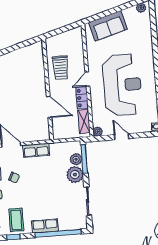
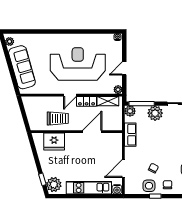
sofa: (108, 26) -> (22, 67), width x1.36
fridge: (35, 66) -> (54, 142), added
door: (87, 79) -> (70, 95), hinge flipped
row of seats: (36, 150) -> (130, 135), moved
plant: (76, 159) -> (130, 111), moved

